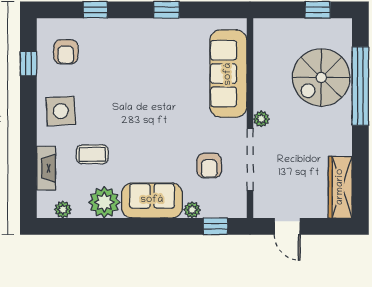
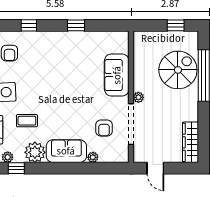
sofa: (228, 74) -> (117, 75), width x0.73
spiral stairs: (321, 77) -> (178, 70), turned 180
window: (215, 226) -> (16, 168), moved

